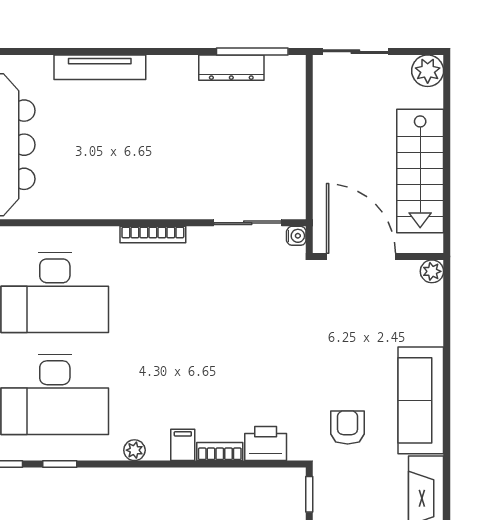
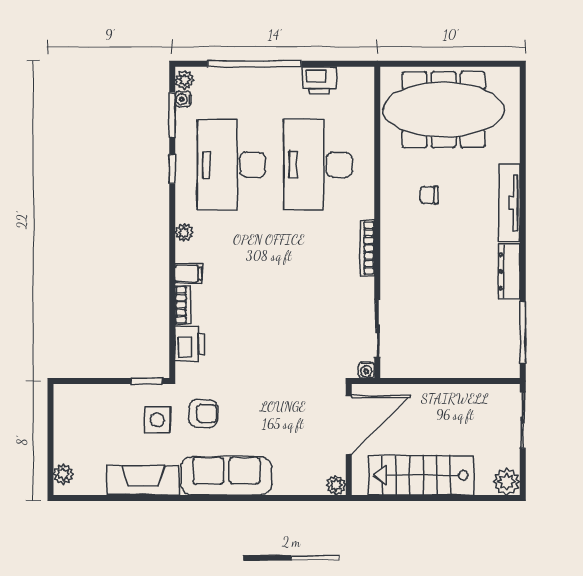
dresser: (231, 68) -> (509, 271), moved
chair: (90, 162) -> (429, 195), added
side table: (355, 482) -> (157, 420), added

